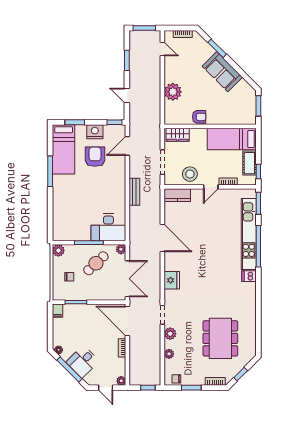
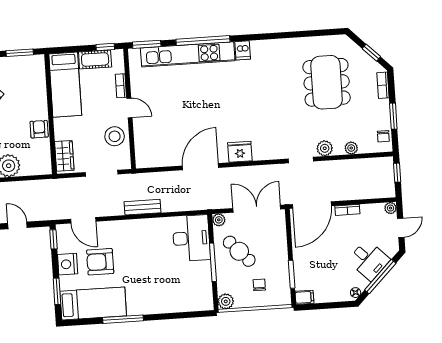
door: (127, 95) -> (17, 225), swing flipped
kitchen counter: (177, 195) -> (143, 151), removed
fridge: (172, 280) -> (240, 152), moved
dining table: (220, 338) -> (327, 82), turned 90

